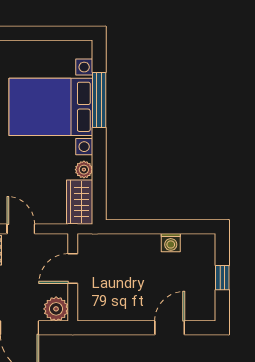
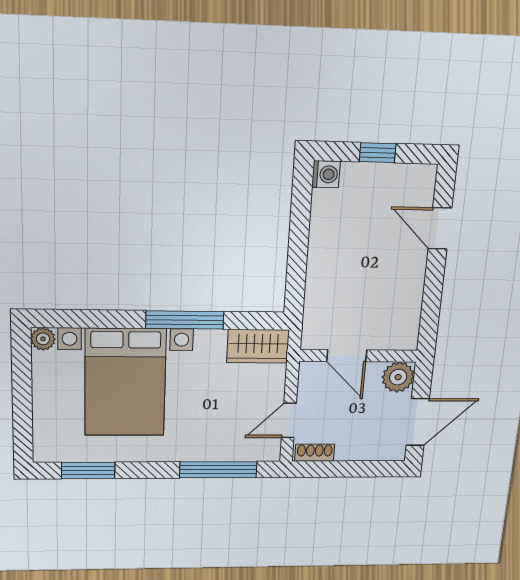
window: (99, 100) -> (185, 320), moved
plant: (84, 170) -> (43, 339), moved
washing machine: (171, 243) -> (326, 174), moved

